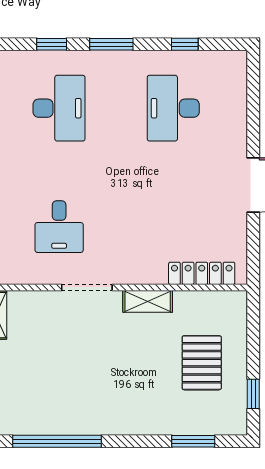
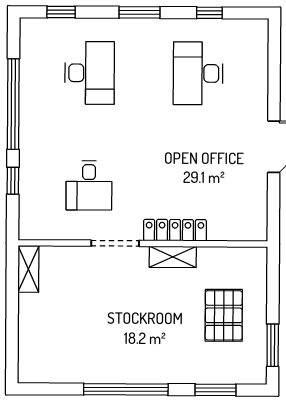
window: (52, 44) -> (61, 12), moved
locker: (202, 273) -> (175, 230), moved
window: (253, 394) -> (273, 345), width x1.50
window: (57, 441) -> (126, 389), moved

